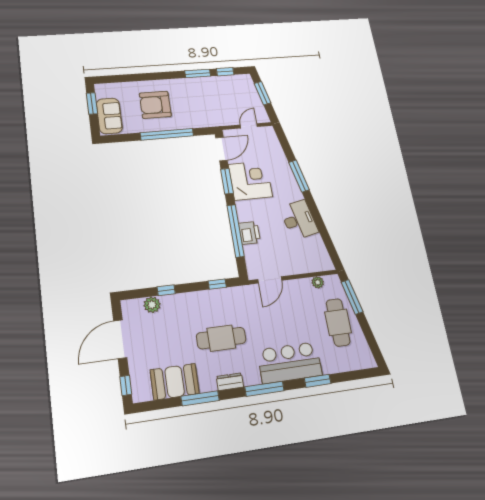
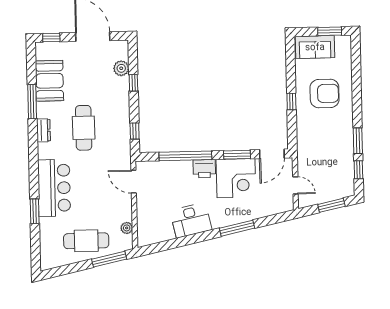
armchair: (155, 105) -> (325, 94), turned 90
window: (167, 134) -> (291, 101), width x0.32
door: (221, 149) -> (272, 154), hinge flipped
printer: (250, 233) -> (204, 169), moved
window: (264, 389) -> (33, 161), removed

